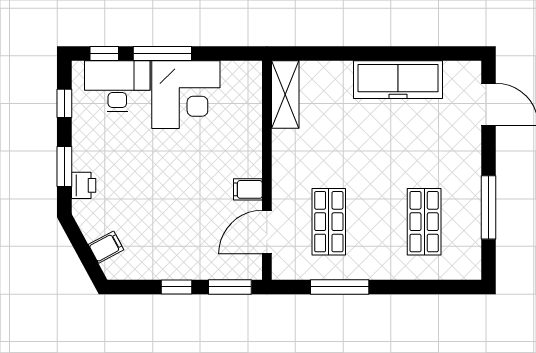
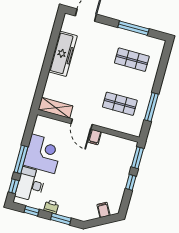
printer: (84, 185) -> (51, 207), moved
door: (267, 232) -> (82, 124), moved

